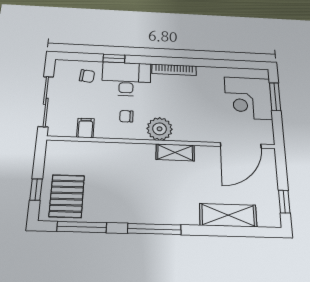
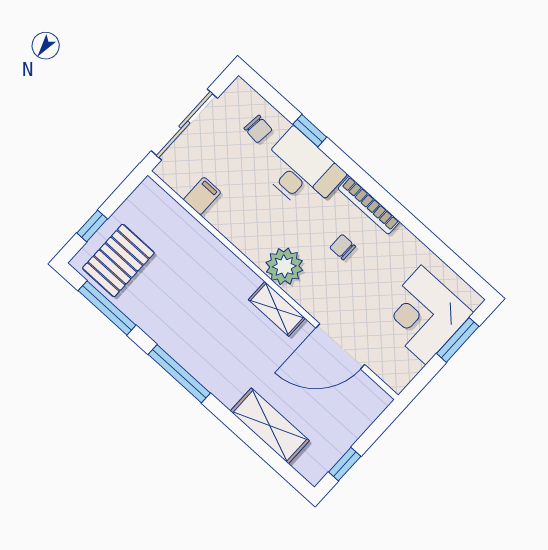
chair: (126, 116) -> (343, 247), moved
door: (241, 145) -> (340, 346), moved

